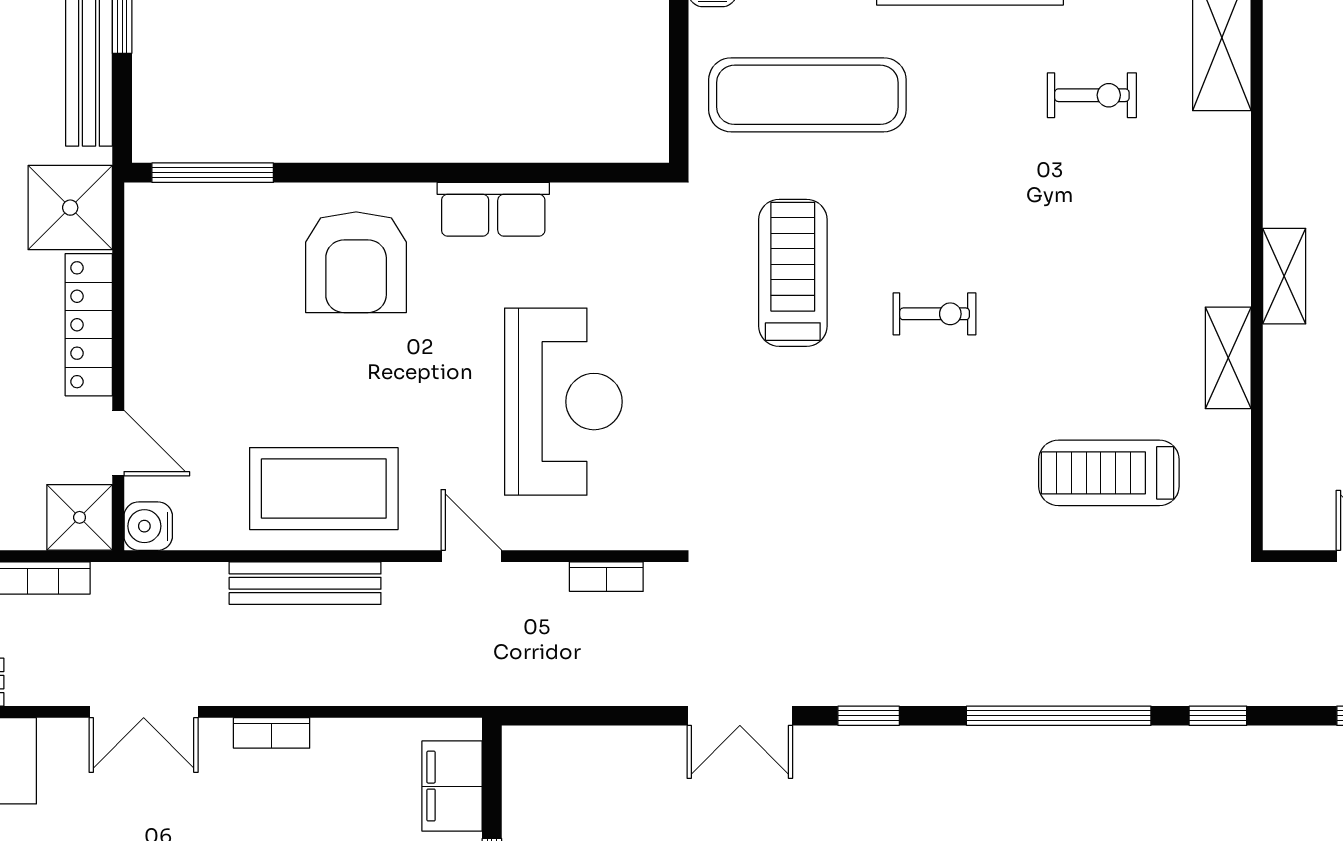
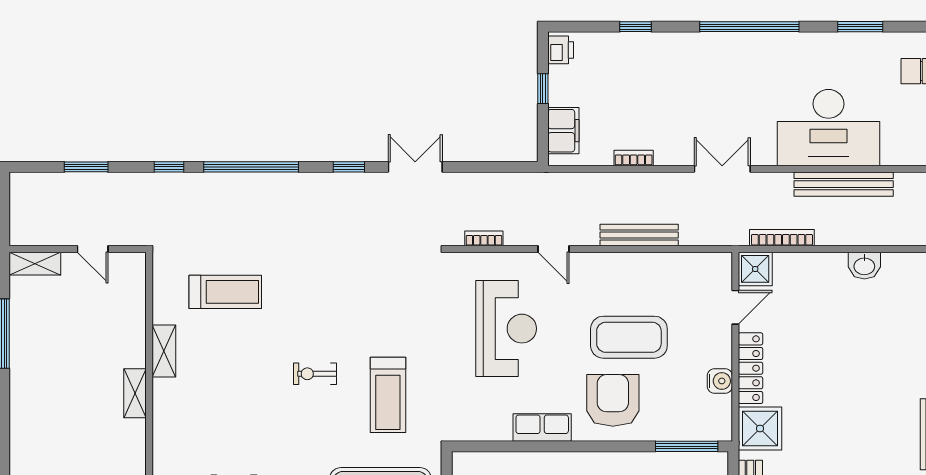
reception desk: (563, 402) -> (506, 329), turned 180
door: (118, 443) -> (735, 307), swing flipped
coffee table: (324, 489) -> (629, 337), moved
water cooler: (148, 526) -> (720, 381), moved
bookcase: (272, 733) -> (634, 158), moved

